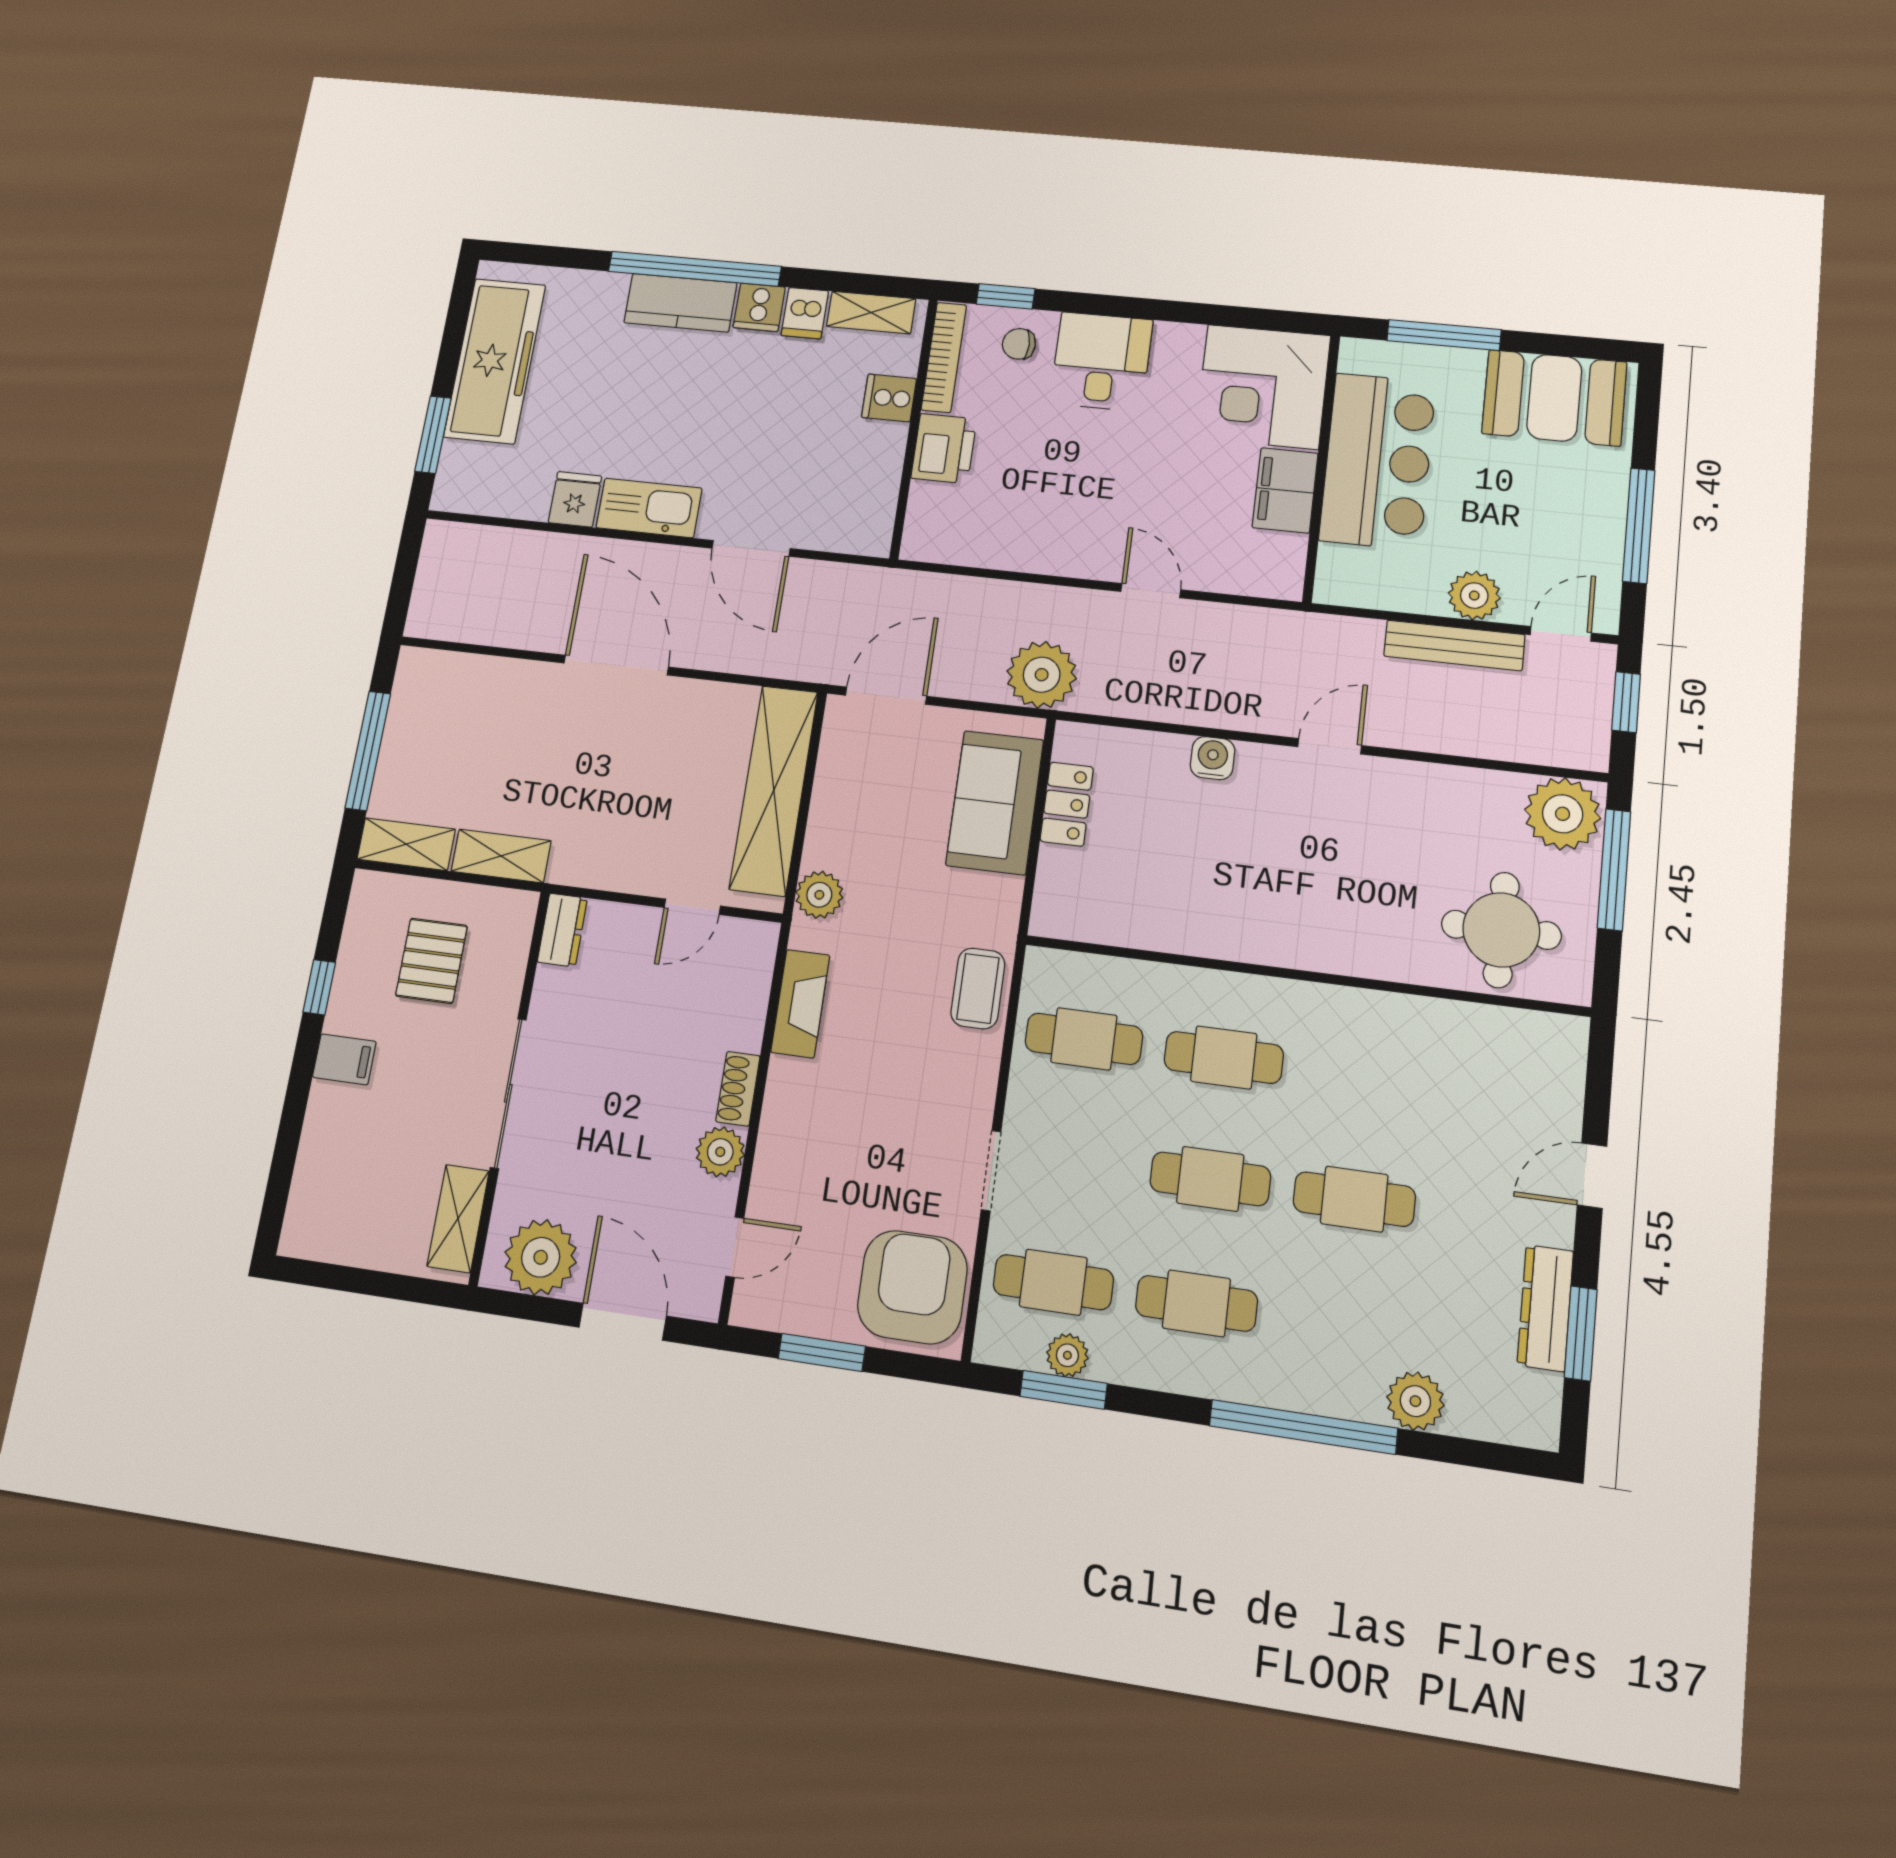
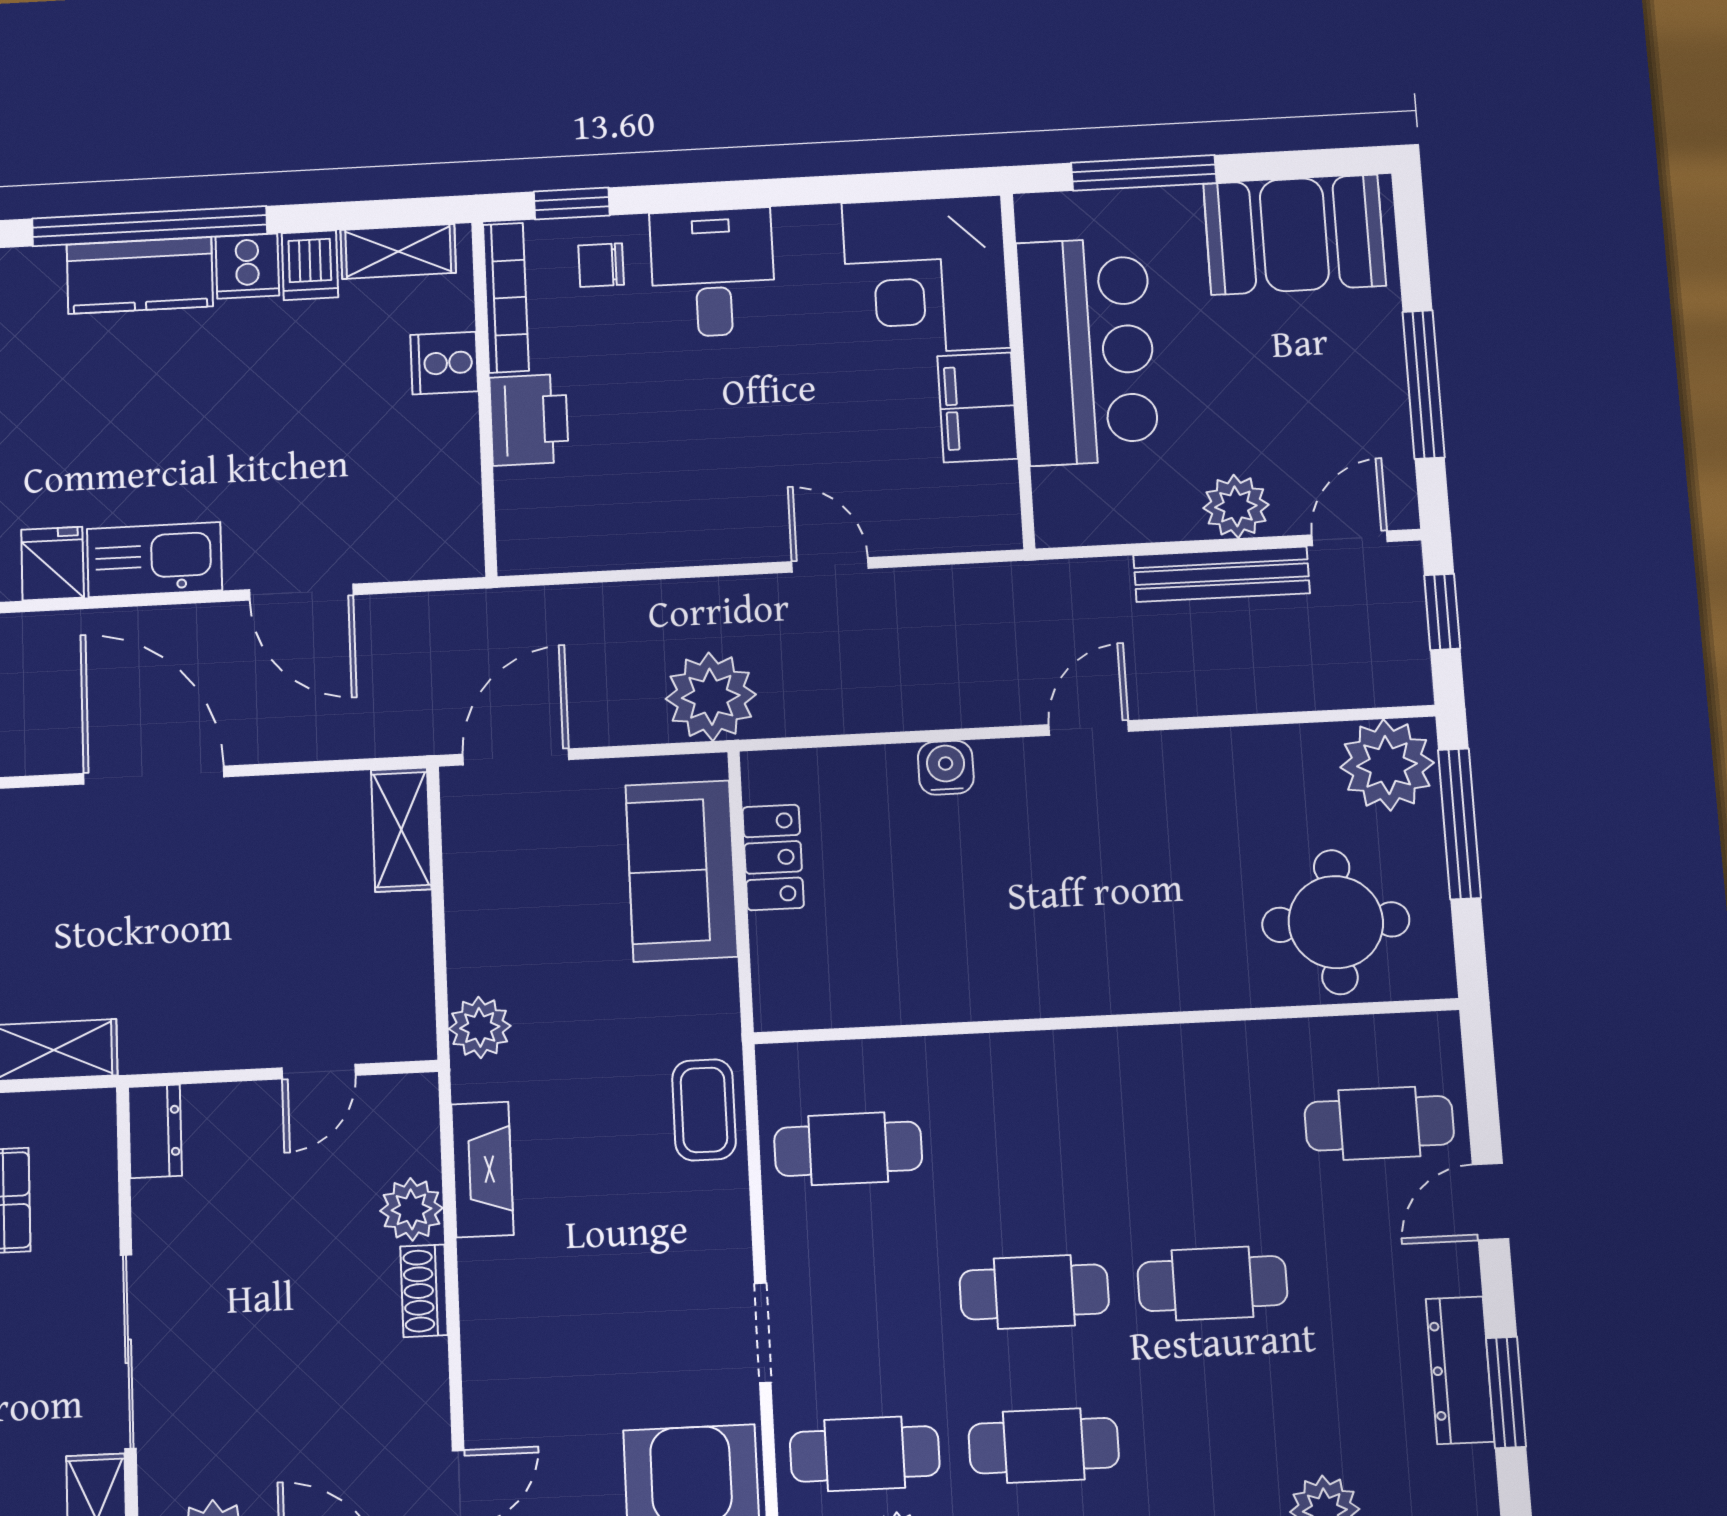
shelving: (774, 790) -> (401, 830), width x0.45, depth x0.75
cafe table: (1224, 1057) -> (1379, 1123), moved
plant: (720, 1152) -> (411, 1209), moved

